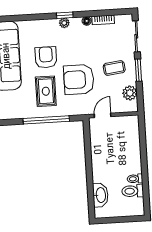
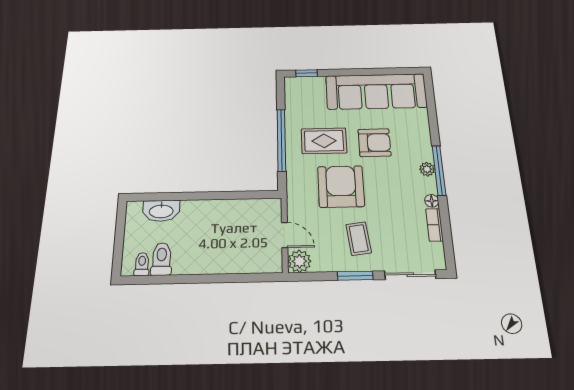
window: (65, 15) -> (439, 170), width x2.17
plant: (130, 93) -> (299, 261), moved
door: (103, 115) -> (285, 235), moved
toilet: (135, 179) -> (142, 264), moved

